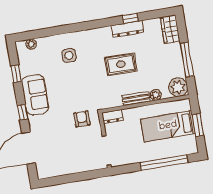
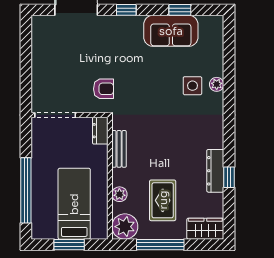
plant: (31, 44) -> (217, 84), moved
rug: (121, 64) -> (163, 200), moved
sofa: (35, 95) -> (171, 31), moved
bench: (136, 98) -> (119, 149), moved

